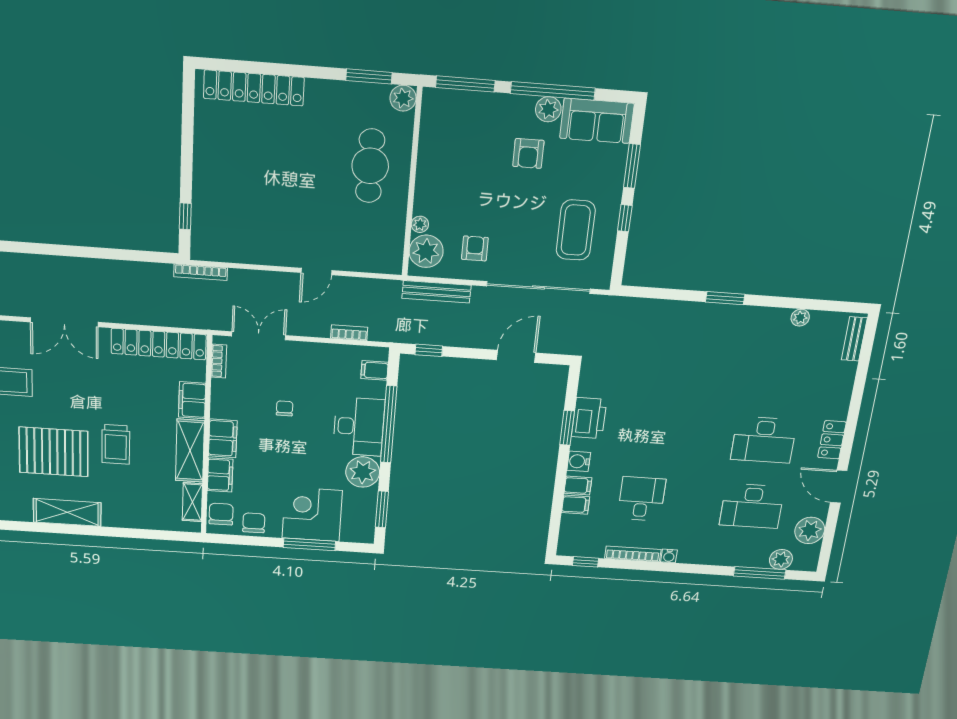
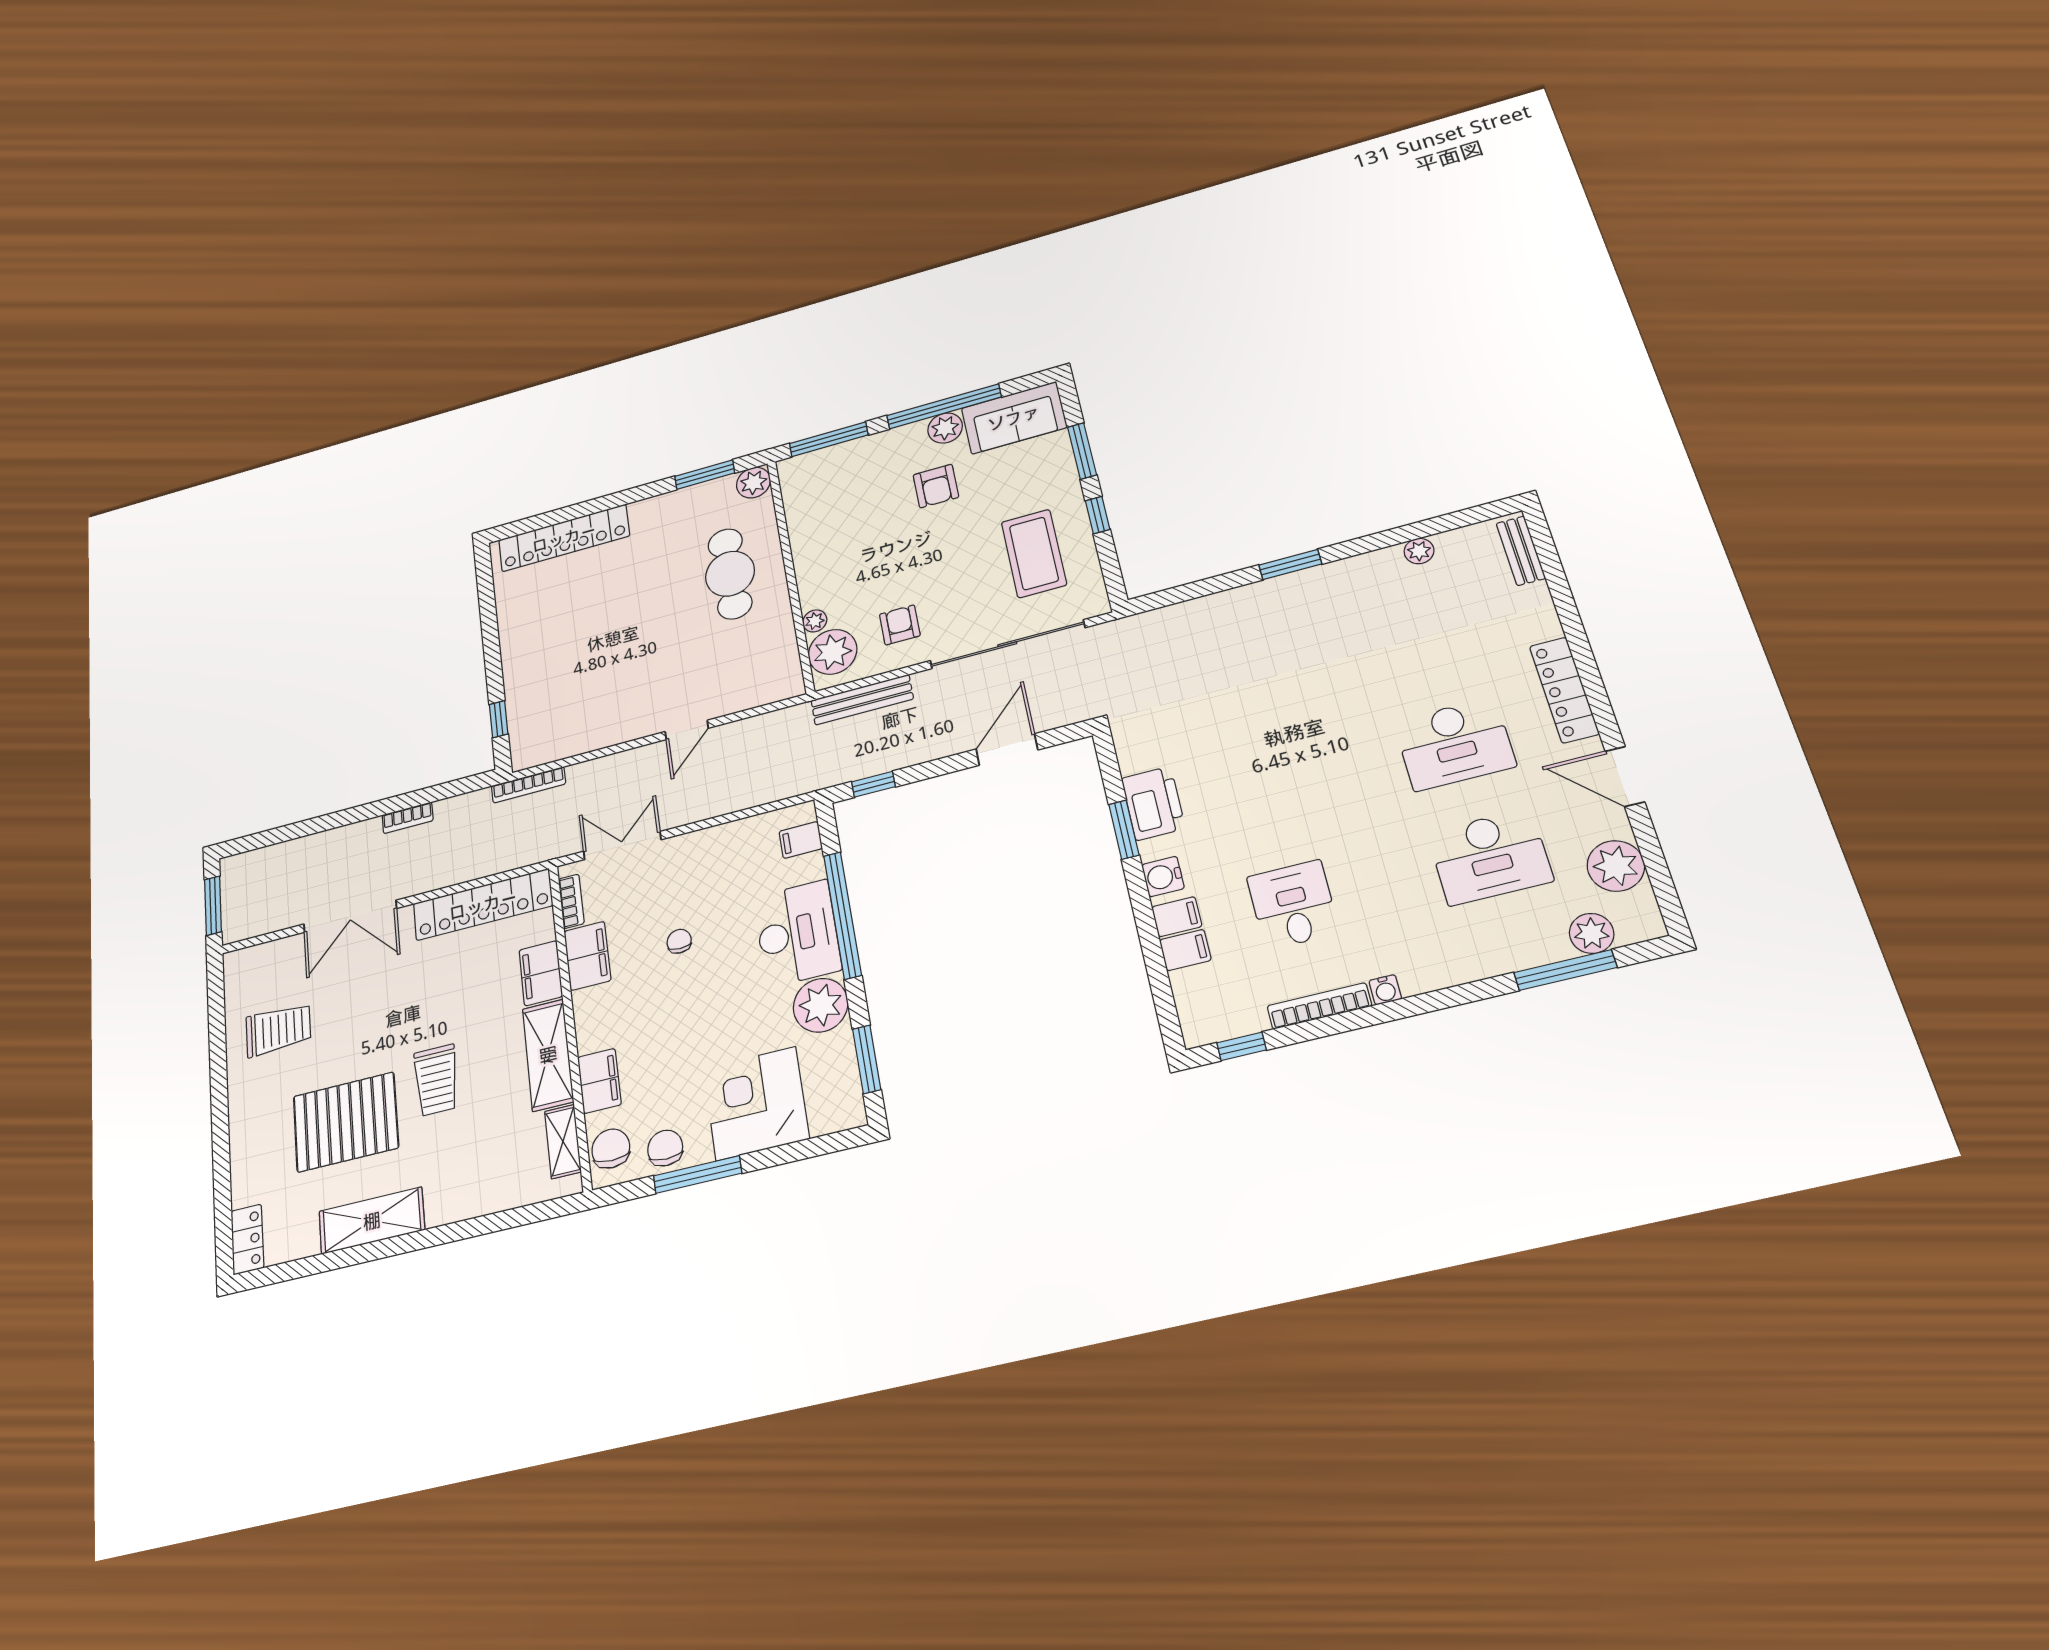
bookcase: (349, 333) -> (408, 818), moved, turned 180
filing cabinet: (223, 438) -> (587, 956), moved
locker: (832, 440) -> (1564, 690), width x1.53
window: (309, 544) -> (698, 1175), moved

